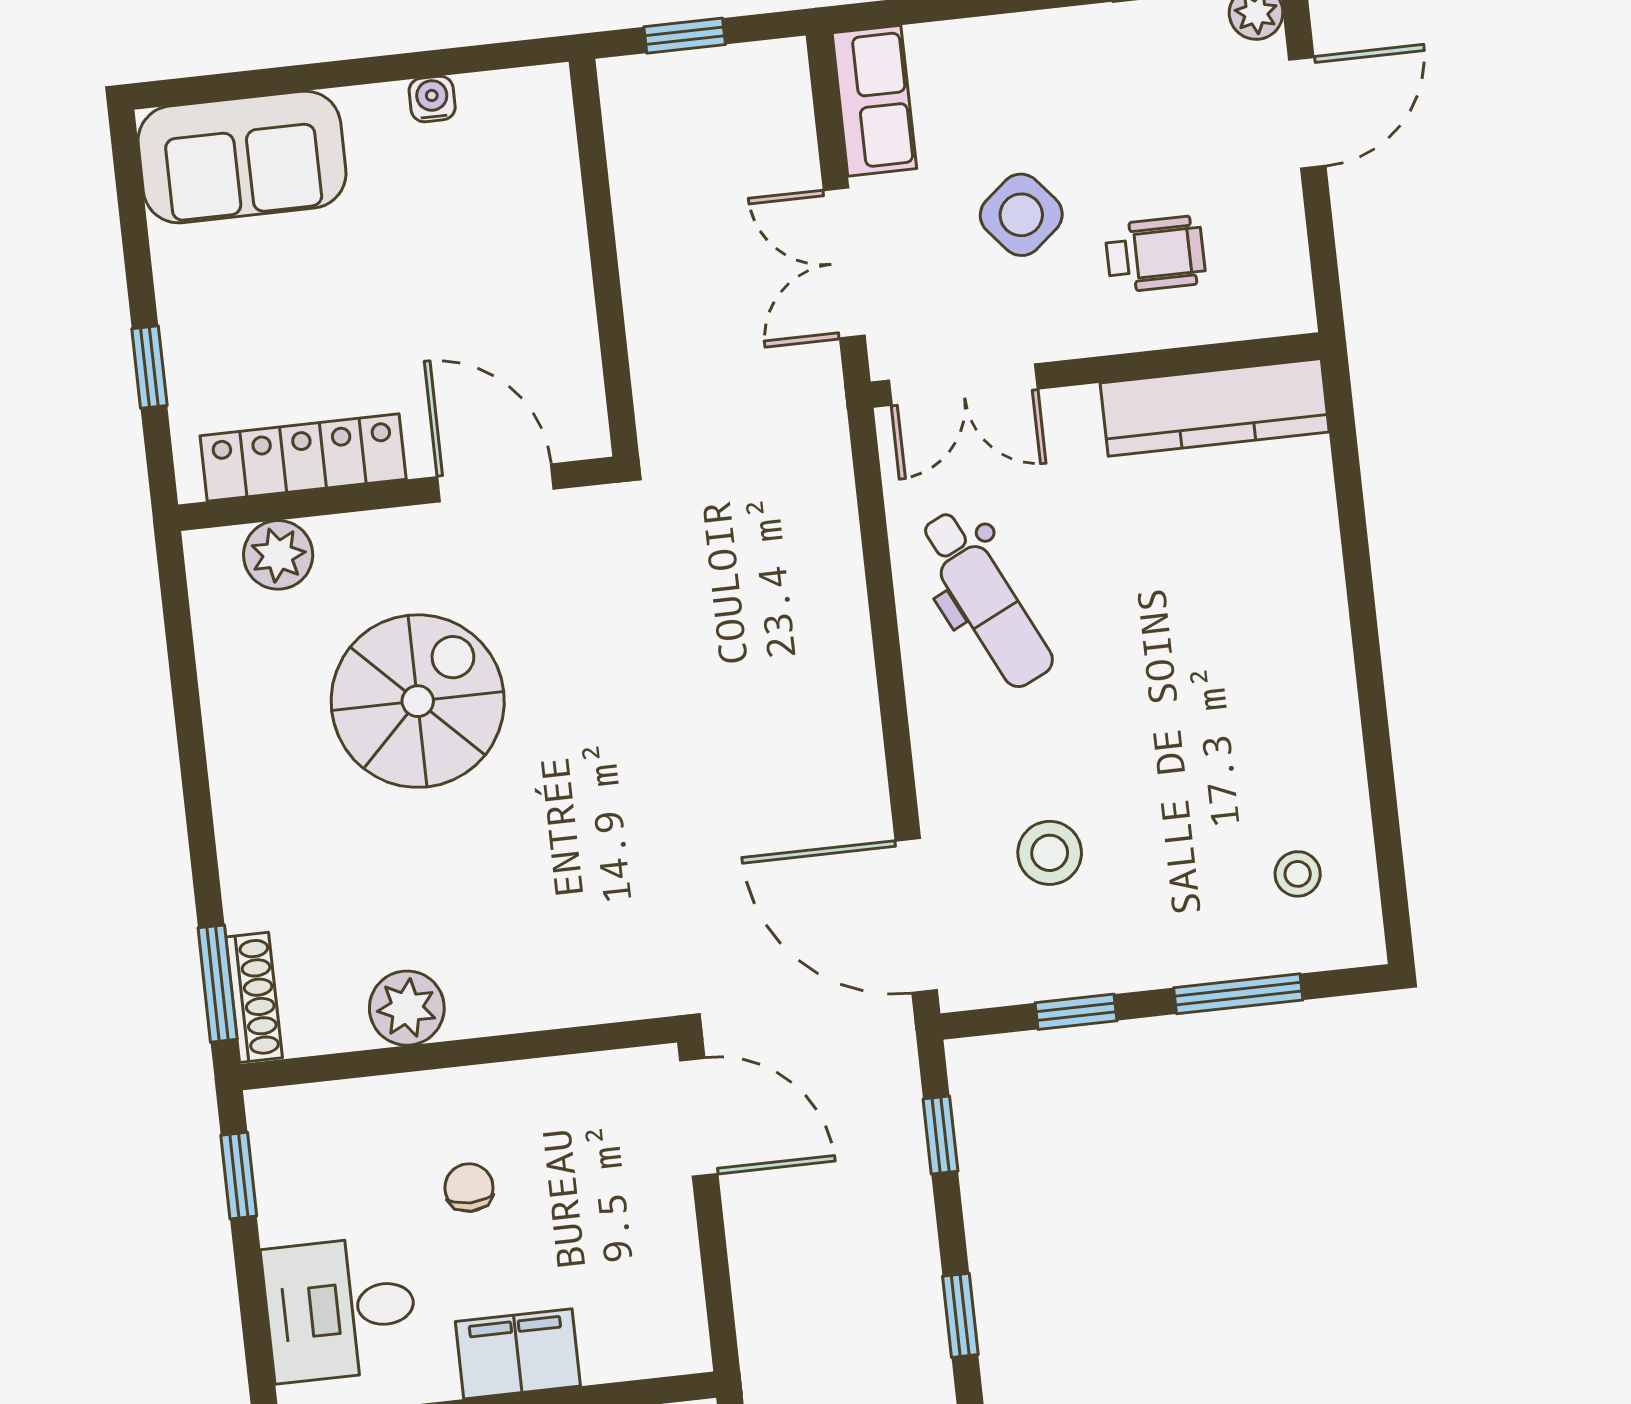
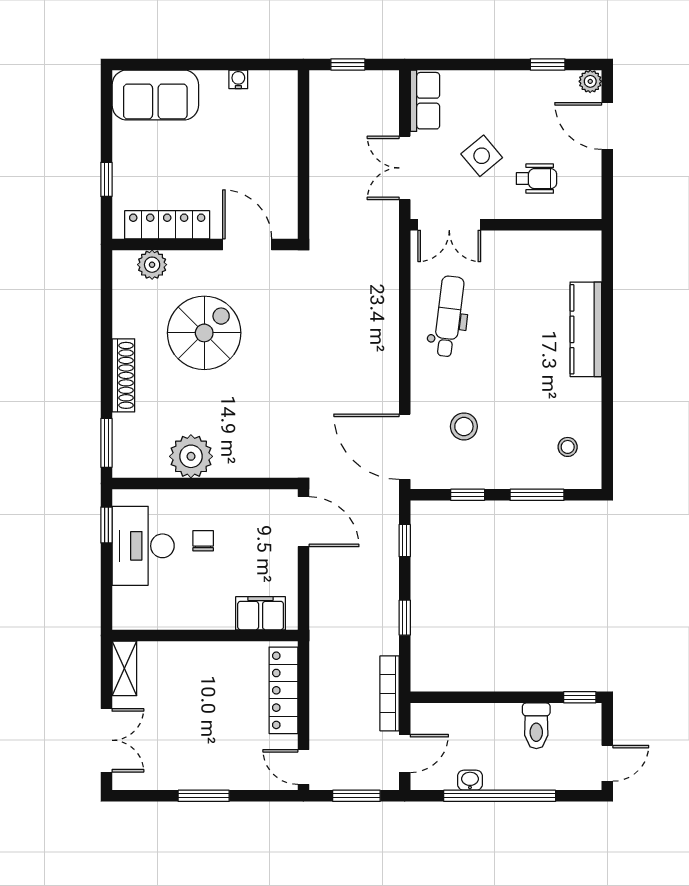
door: (1307, 113) -> (607, 126), swing flipped
kitchen counter: (1215, 407) -> (586, 329), moved, turned 90
dental chair: (986, 599) -> (449, 316), turned -147
shoe rack: (254, 997) -> (123, 375), moved, width x1.36, depth x1.24
plant: (407, 1008) -> (191, 456), width x1.36, depth x1.36
desk: (340, 1309) -> (143, 546), moved, width x1.37
filing cabinet: (518, 1354) -> (261, 613), moved

